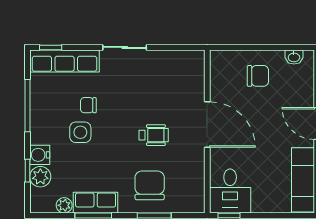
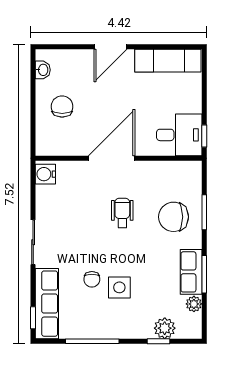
water cooler: (40, 155) -> (45, 174), moved, turned 90

